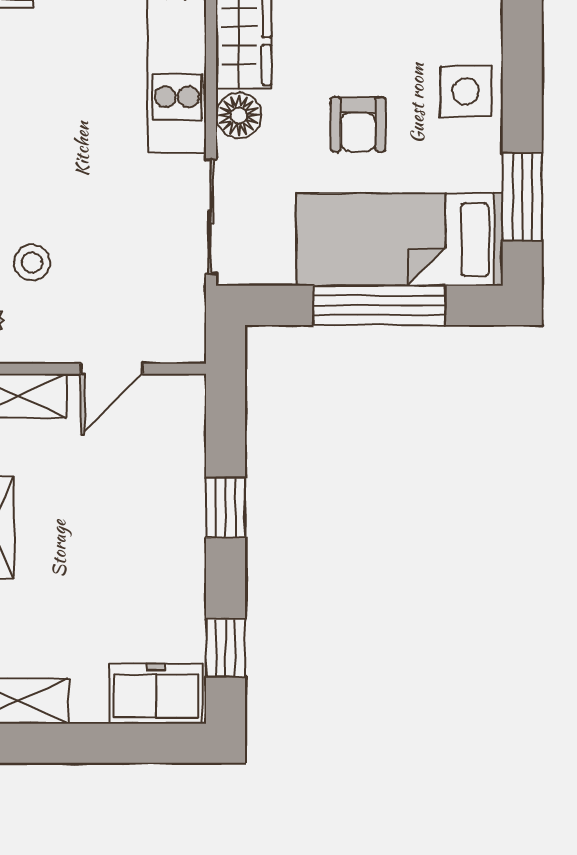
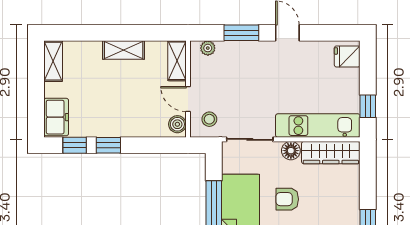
stool: (32, 262) -> (209, 119), moved
boiler: (174, 395) -> (177, 124), added
window: (226, 508) -> (108, 145), moved

